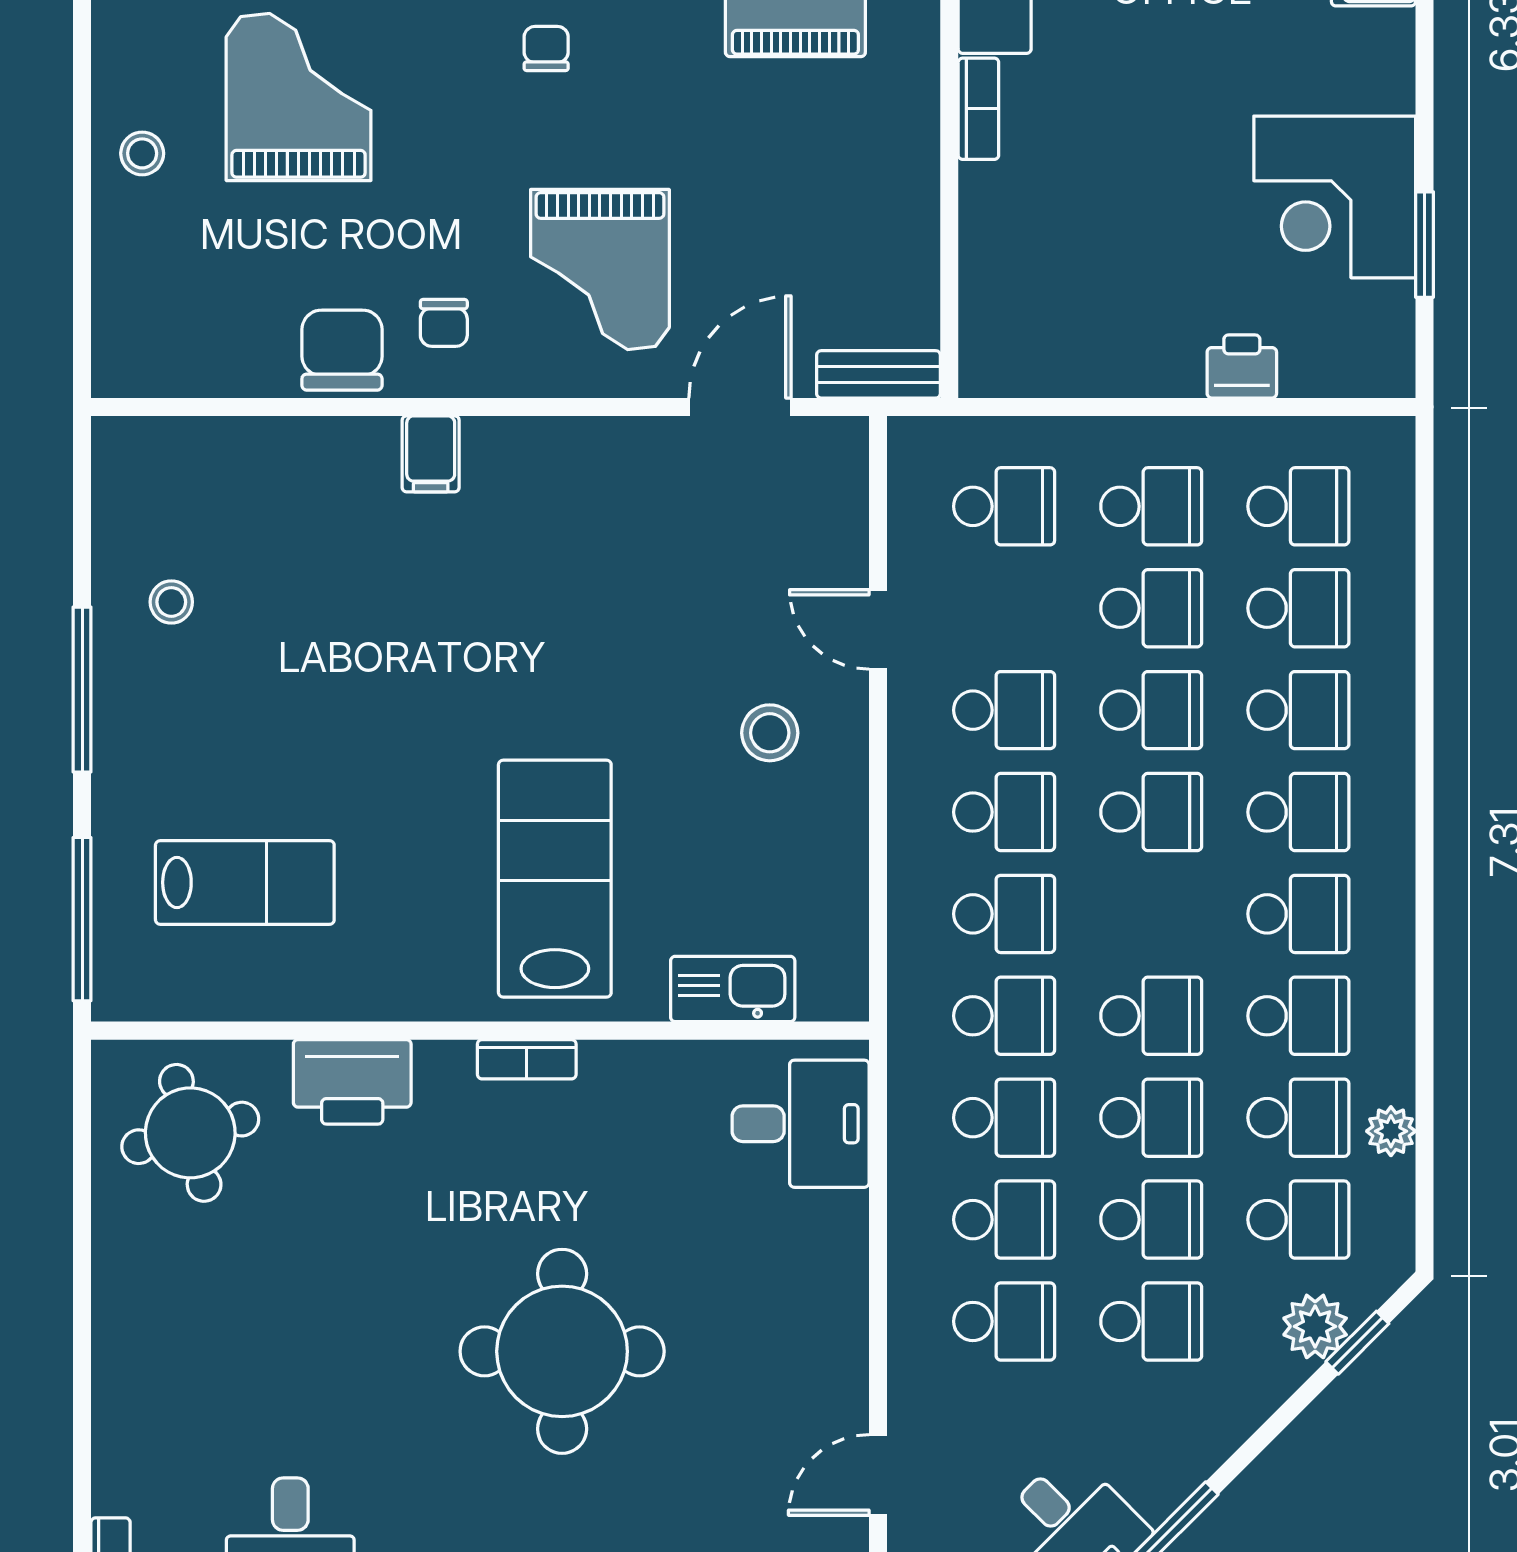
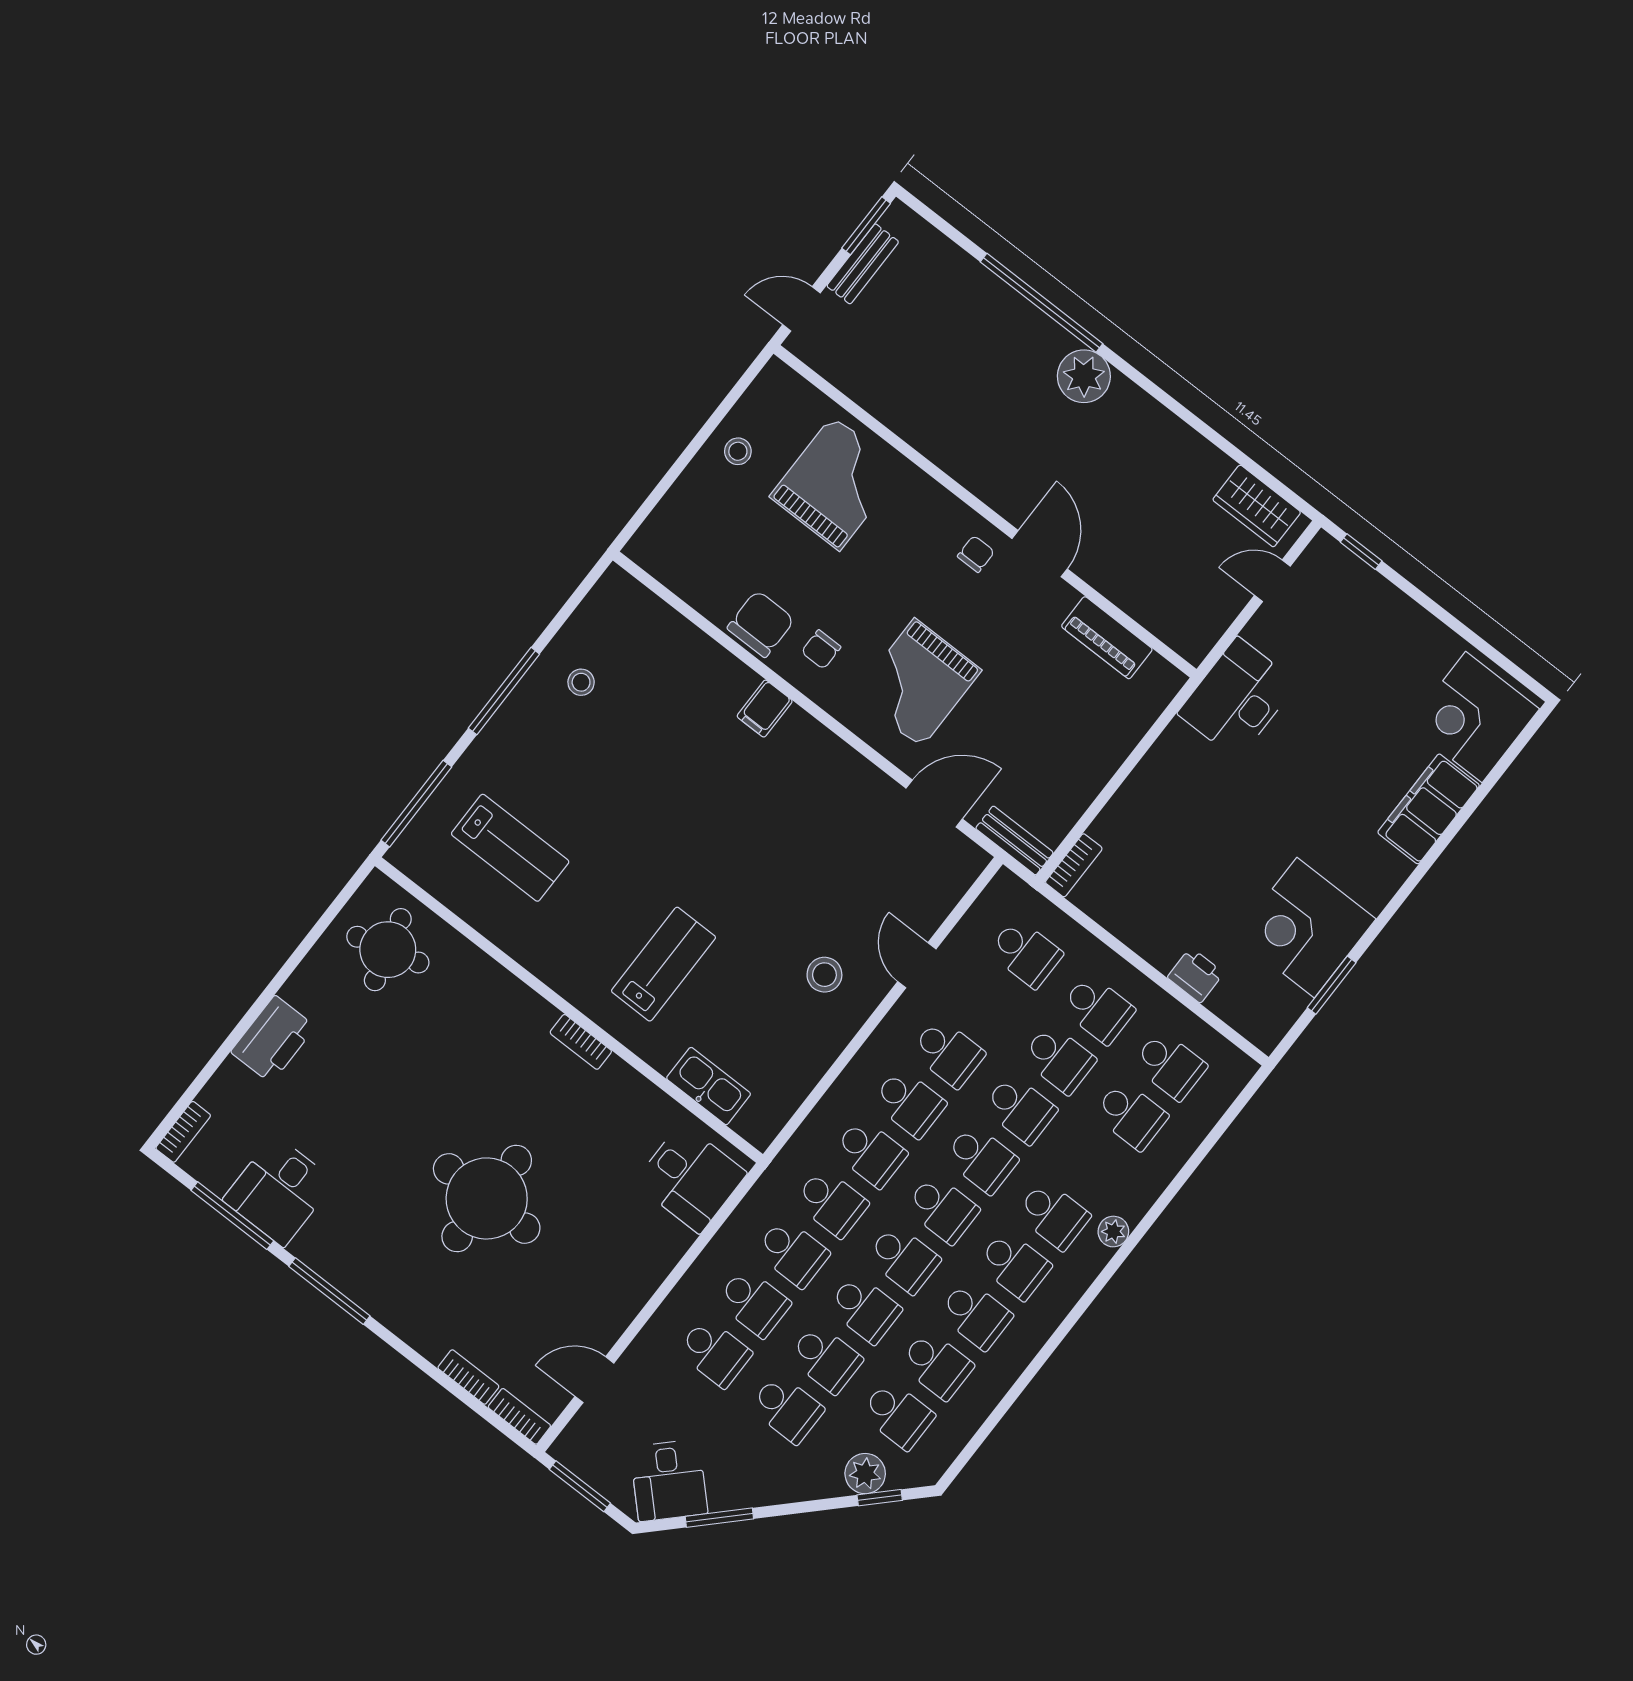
bookcase: (978, 109) -> (1074, 865), moved
school desk: (1298, 710) -> (942, 1209), moved
lab bench: (555, 879) -> (663, 964), width x0.73, depth x0.72
printer: (352, 1082) -> (273, 1039), moved, turned -90
plant: (1391, 1131) -> (1113, 1232), moved

